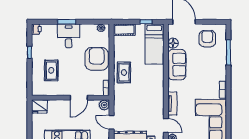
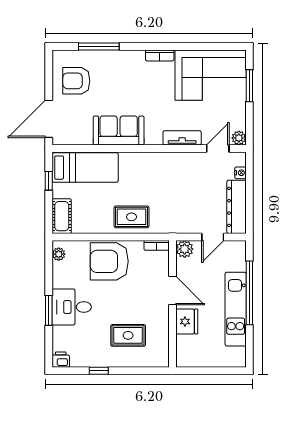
floor lamp: (173, 43) -> (84, 137), removed
fridge: (39, 106) -> (187, 321), moved

